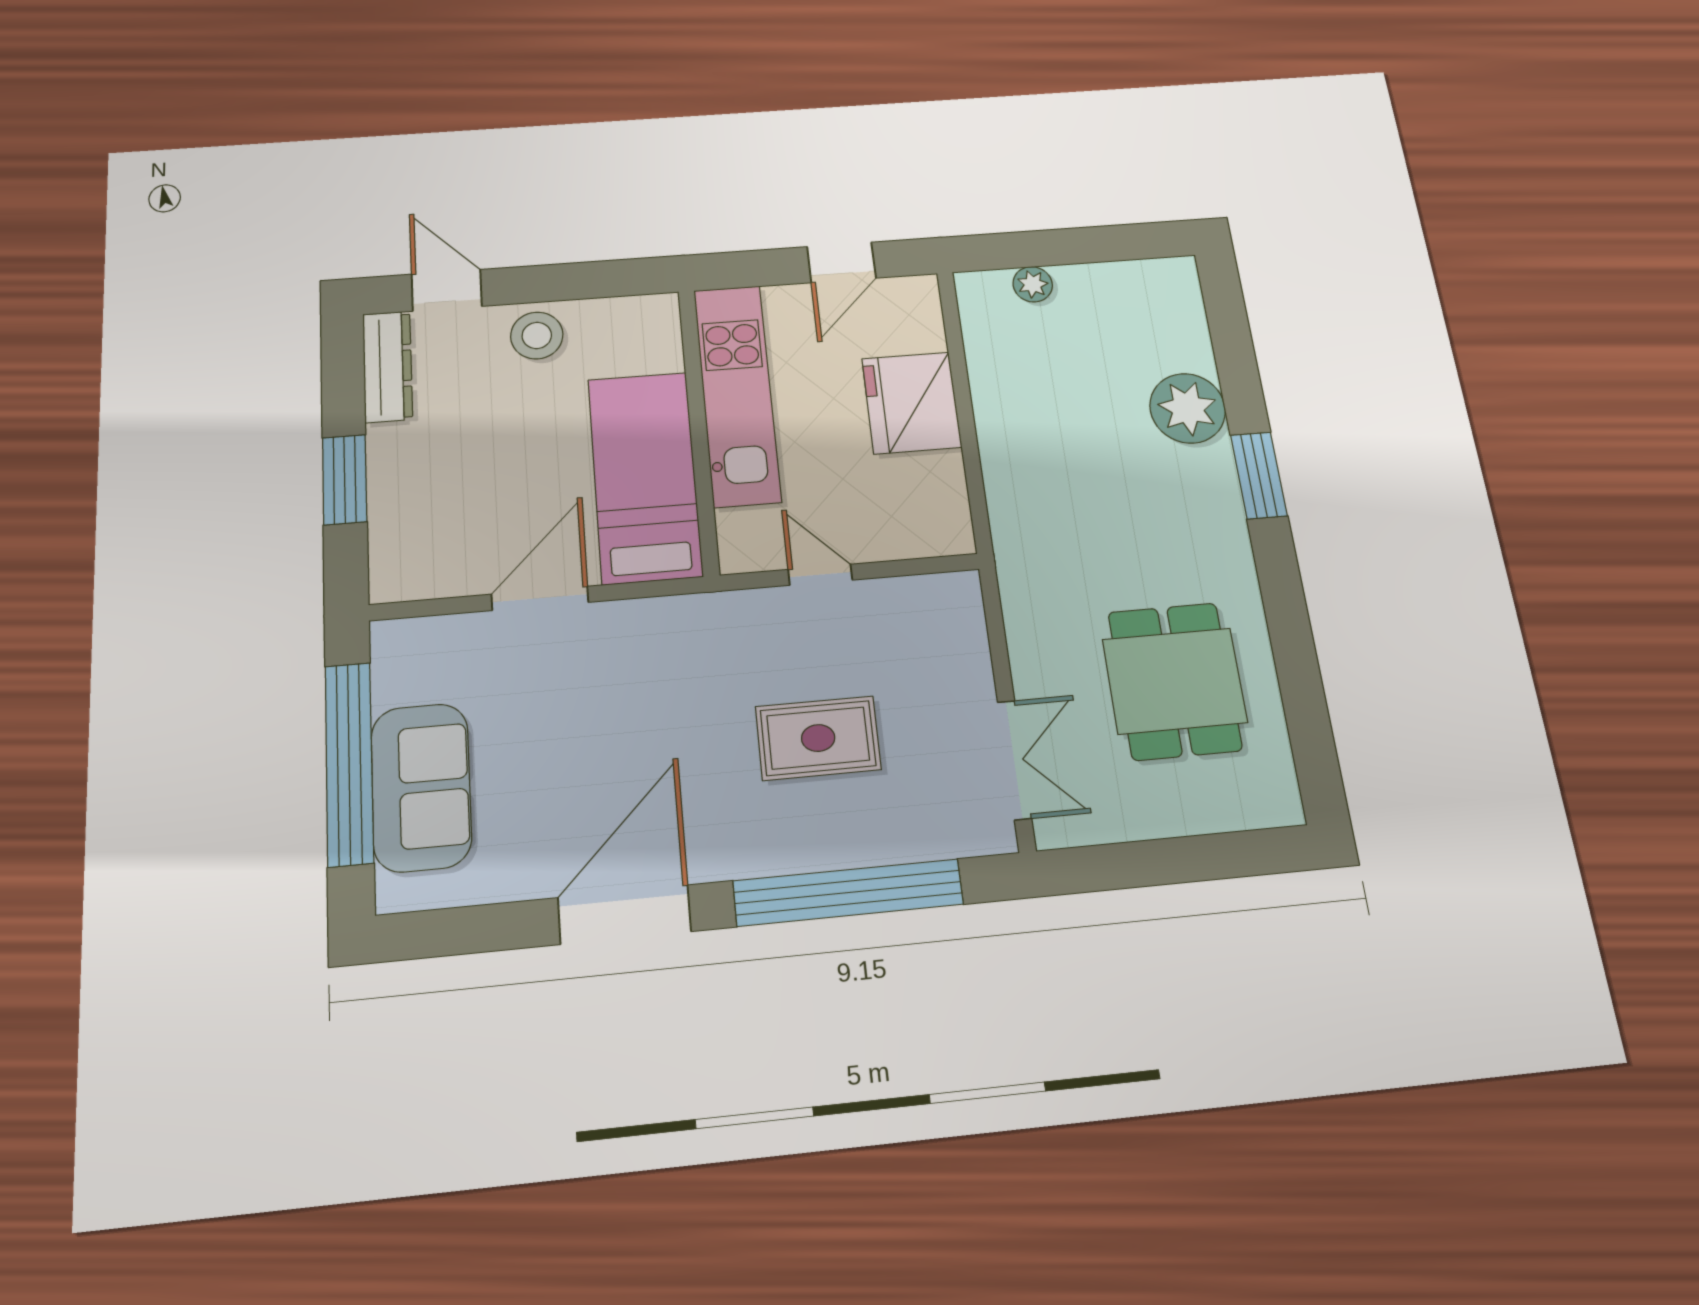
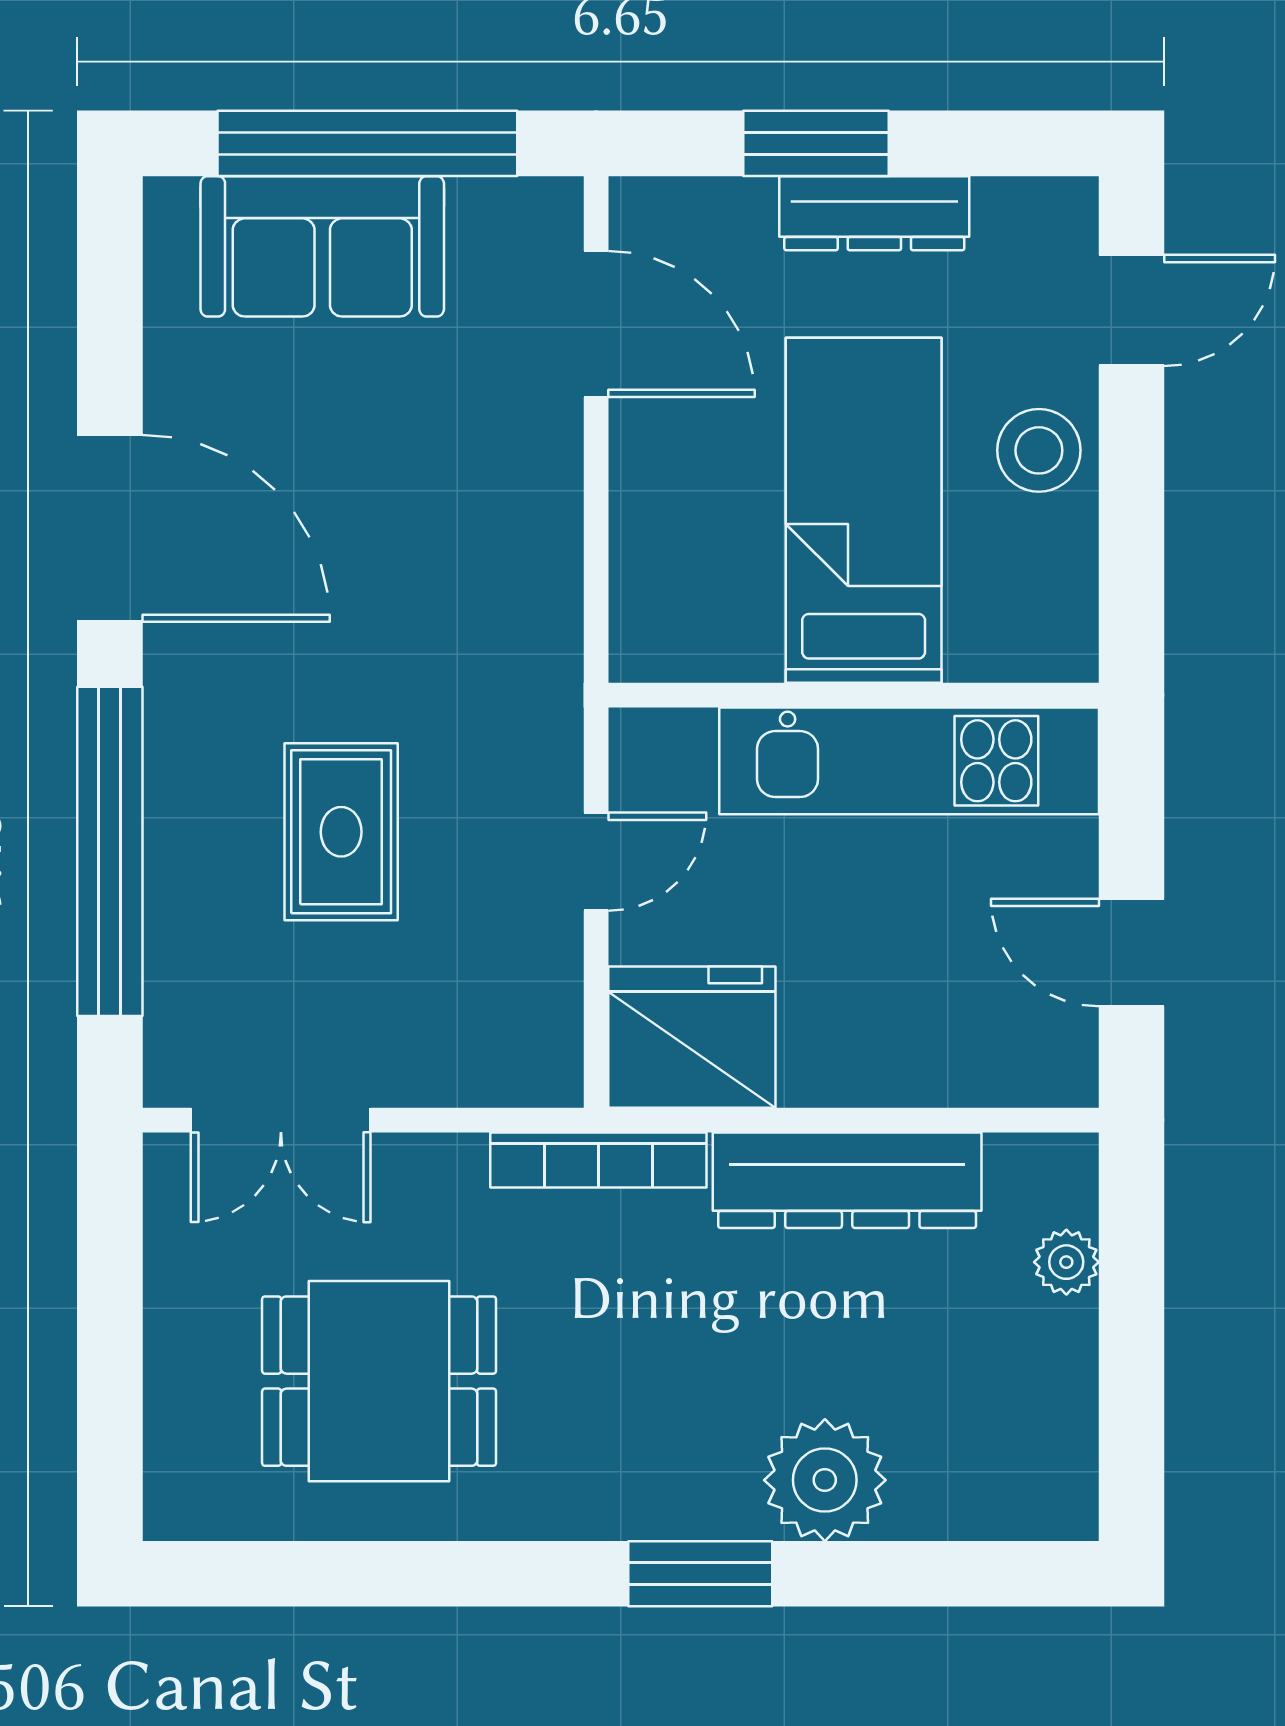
dresser: (387, 367) -> (874, 213), moved
fridge: (912, 403) -> (692, 1037), moved
dresser: (1002, 410) -> (847, 1180), added
bed: (645, 477) -> (864, 510), moved, turned -90
bookcase: (1011, 557) -> (598, 1160), added
door: (540, 598) -> (596, 324), moved

